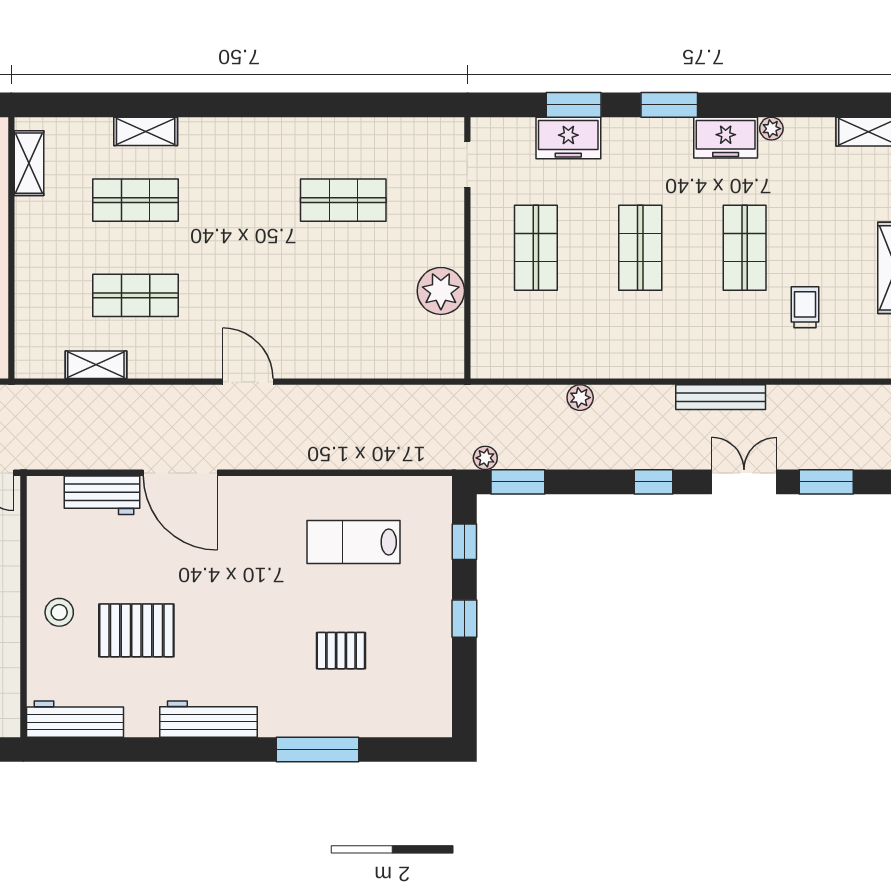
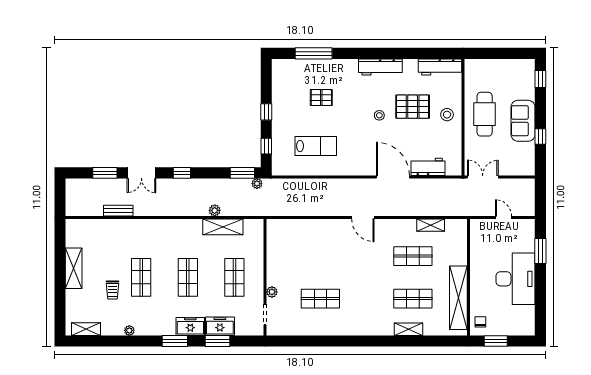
freezer: (726, 138) -> (190, 326), moved
shelving: (29, 163) -> (458, 298), width x2.20, depth x1.33
plant: (441, 291) -> (272, 292), moved, width x0.53, depth x0.53
trolley: (805, 307) -> (113, 290), moved
shelving: (562, 361) -> (223, 227), added
bench: (721, 397) -> (118, 211), moved, width x0.73
stool: (211, 611) -> (379, 115), added
window: (318, 750) -> (314, 53), moved

